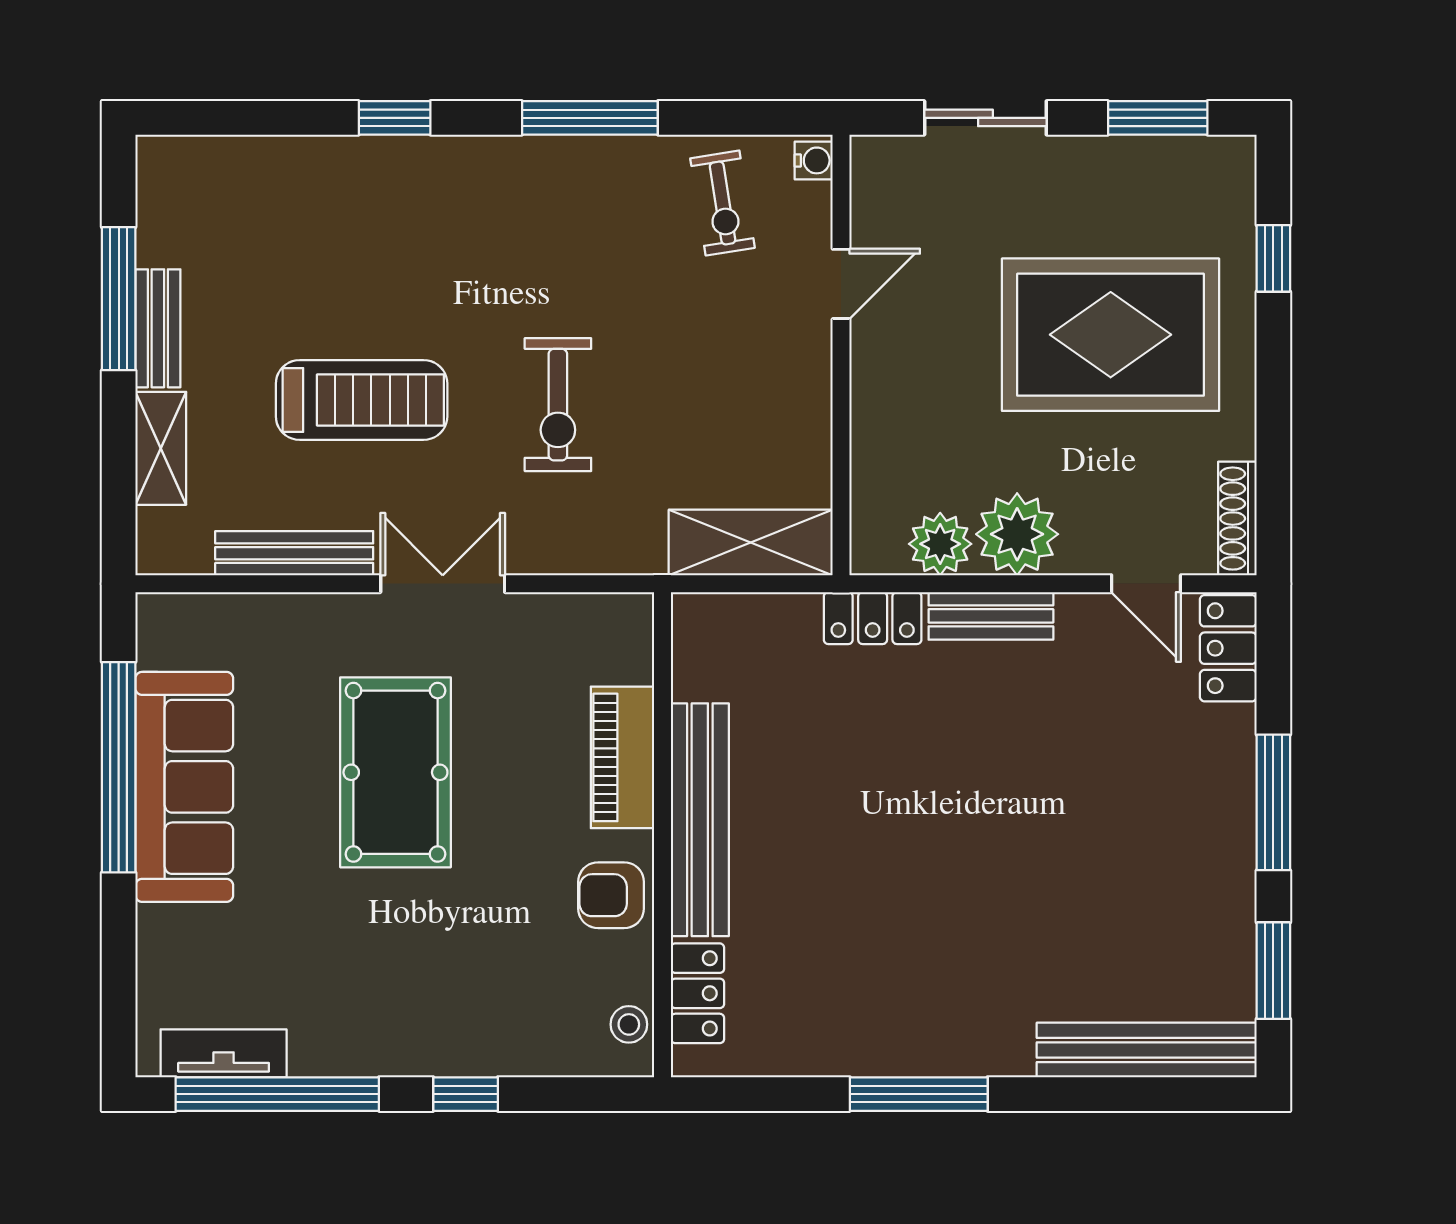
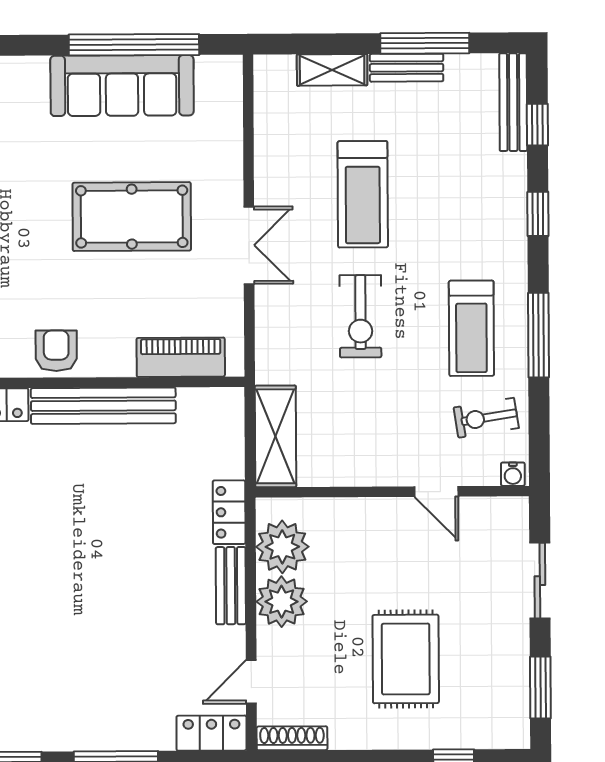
window: (251, 118) -> (537, 125), added
treadmill: (578, 226) -> (471, 328), added
rug: (1111, 335) -> (406, 659), width x0.73, depth x0.69
exercise bike: (558, 405) -> (360, 316), turned -90
plant: (940, 544) -> (282, 547), width x1.36, depth x1.36
bench: (294, 553) -> (513, 102), moved
piano: (622, 757) -> (181, 357), moved

